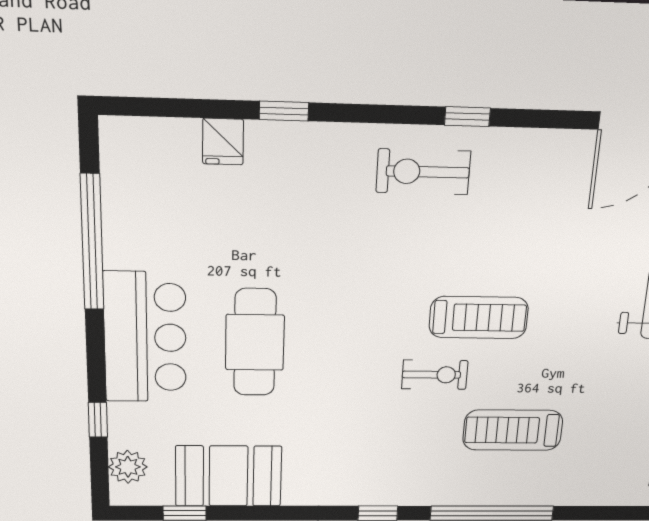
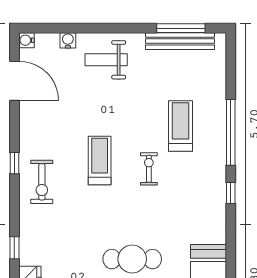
treadmill: (479, 318) -> (100, 161), moved
treadmill: (513, 430) -> (180, 126), turned 180

